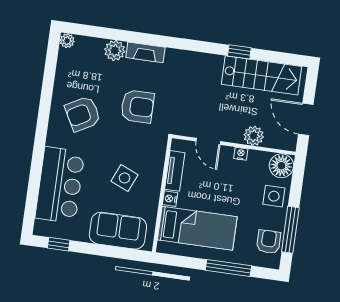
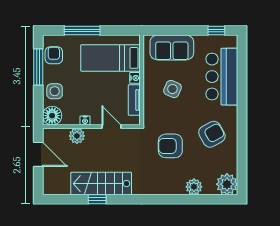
plant: (67, 41) -> (227, 184), width x1.88, depth x1.88
fireplace: (145, 52) -> (170, 189), removed
stairs: (262, 75) -> (101, 184), moved
armchair: (269, 242) -> (54, 55), turned 180

